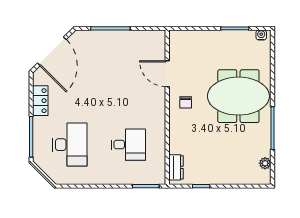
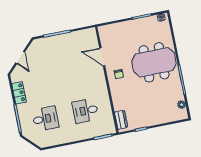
door: (52, 51) -> (20, 57), width x0.53
desk: (70, 145) -> (45, 119), width x0.73
desk: (128, 145) -> (85, 111), turned 180

